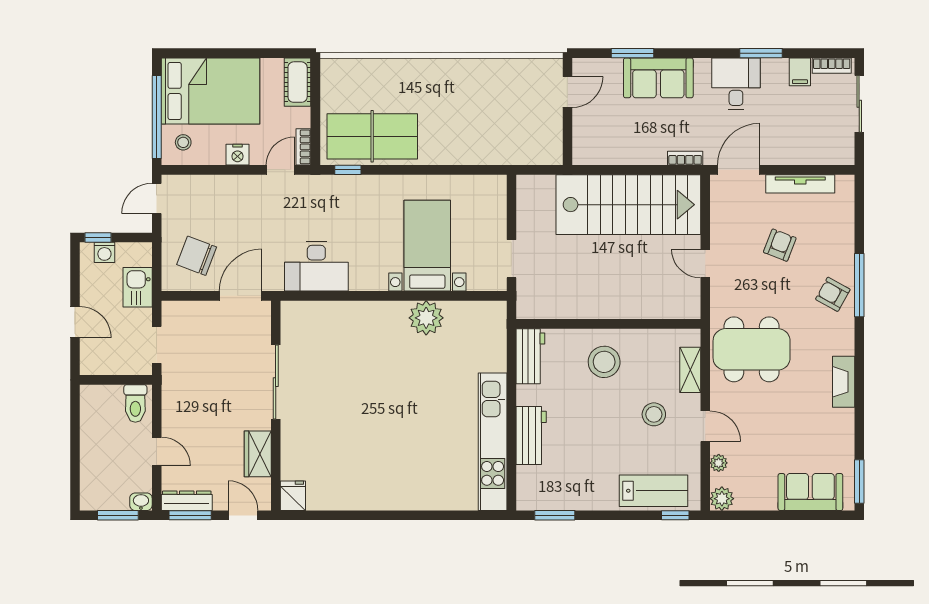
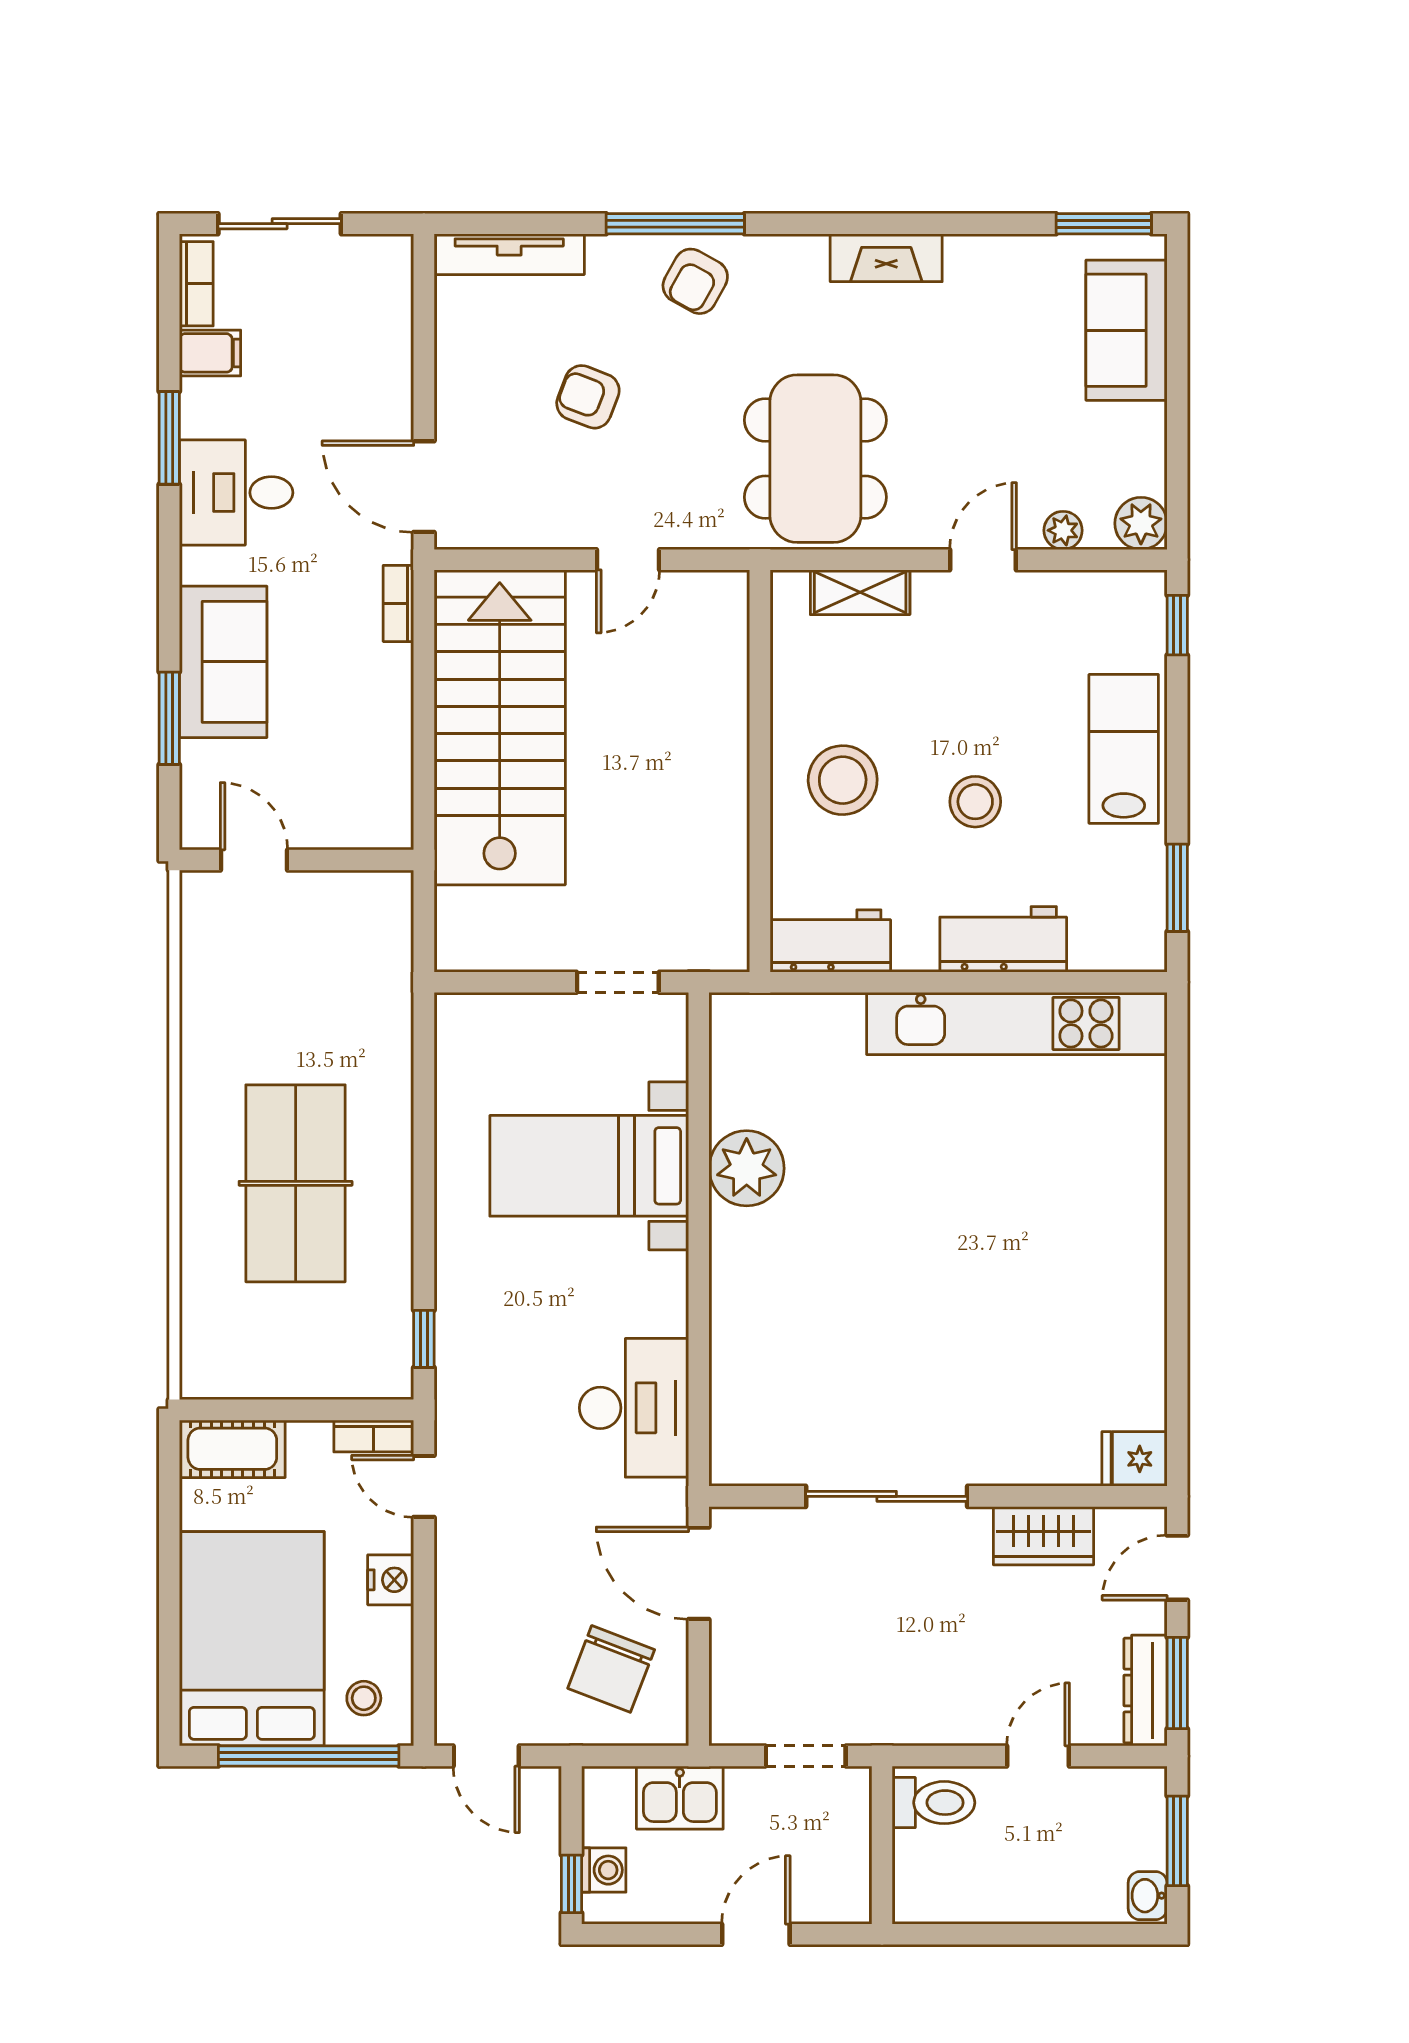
table tennis table: (372, 136) -> (296, 1183), moved
tv unit: (800, 184) -> (509, 254), moved, turned 90
stool: (654, 414) -> (975, 802), moved
lab bench: (654, 491) -> (1124, 749), moved
washbasin: (141, 502) -> (1148, 1896), moved

